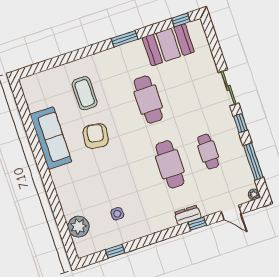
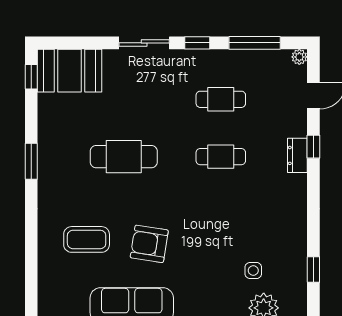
booth: (168, 45) -> (70, 71), moved, turned 90
cafe table: (170, 164) -> (221, 157), width x0.73, depth x0.74
side table: (117, 214) -> (253, 271), moved

